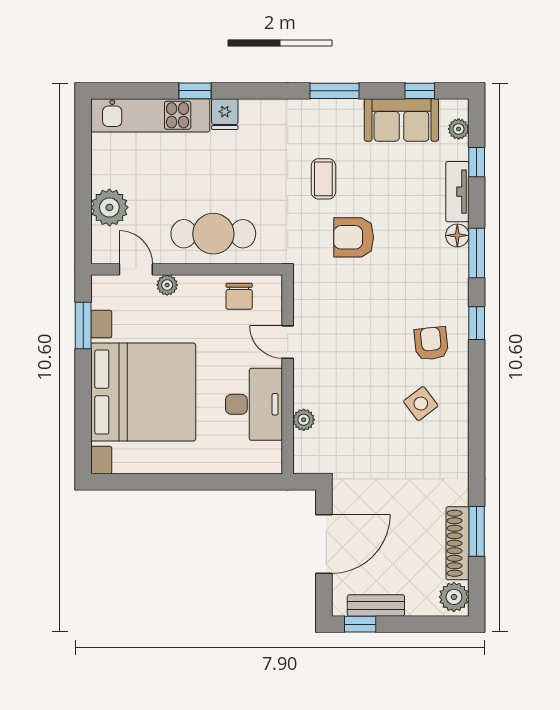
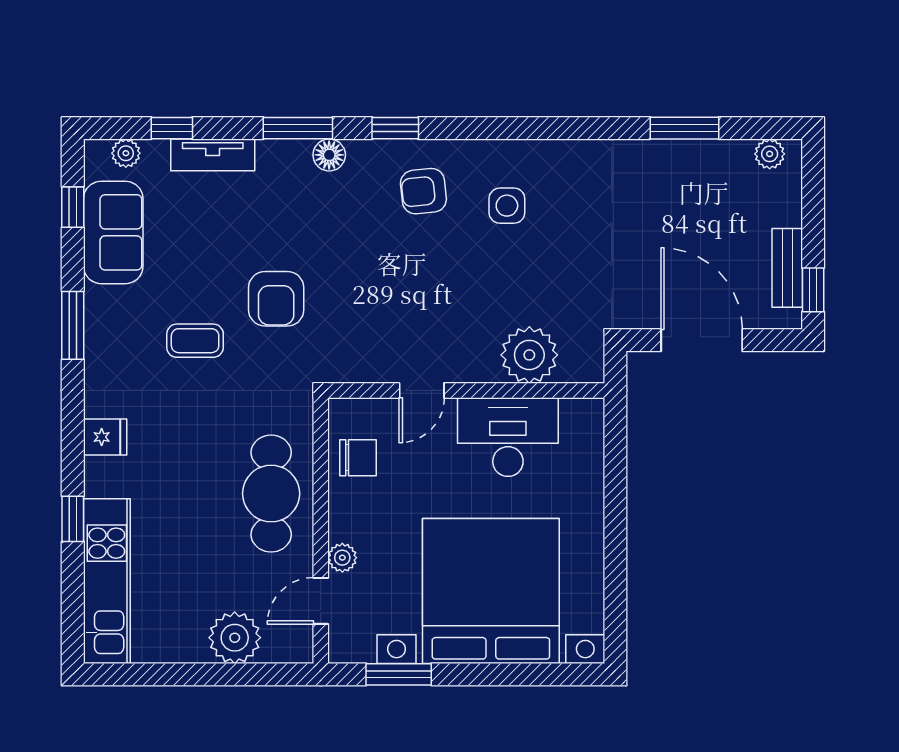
fridge: (225, 114) -> (105, 437), moved
floor lamp: (457, 235) -> (329, 155), moved
side table: (421, 404) -> (507, 206), turned 37
plant: (304, 420) -> (529, 355), width x1.87, depth x1.87
shoe rack: (457, 543) -> (701, 155), removed
plant: (454, 597) -> (770, 154), width x0.73, depth x0.73

